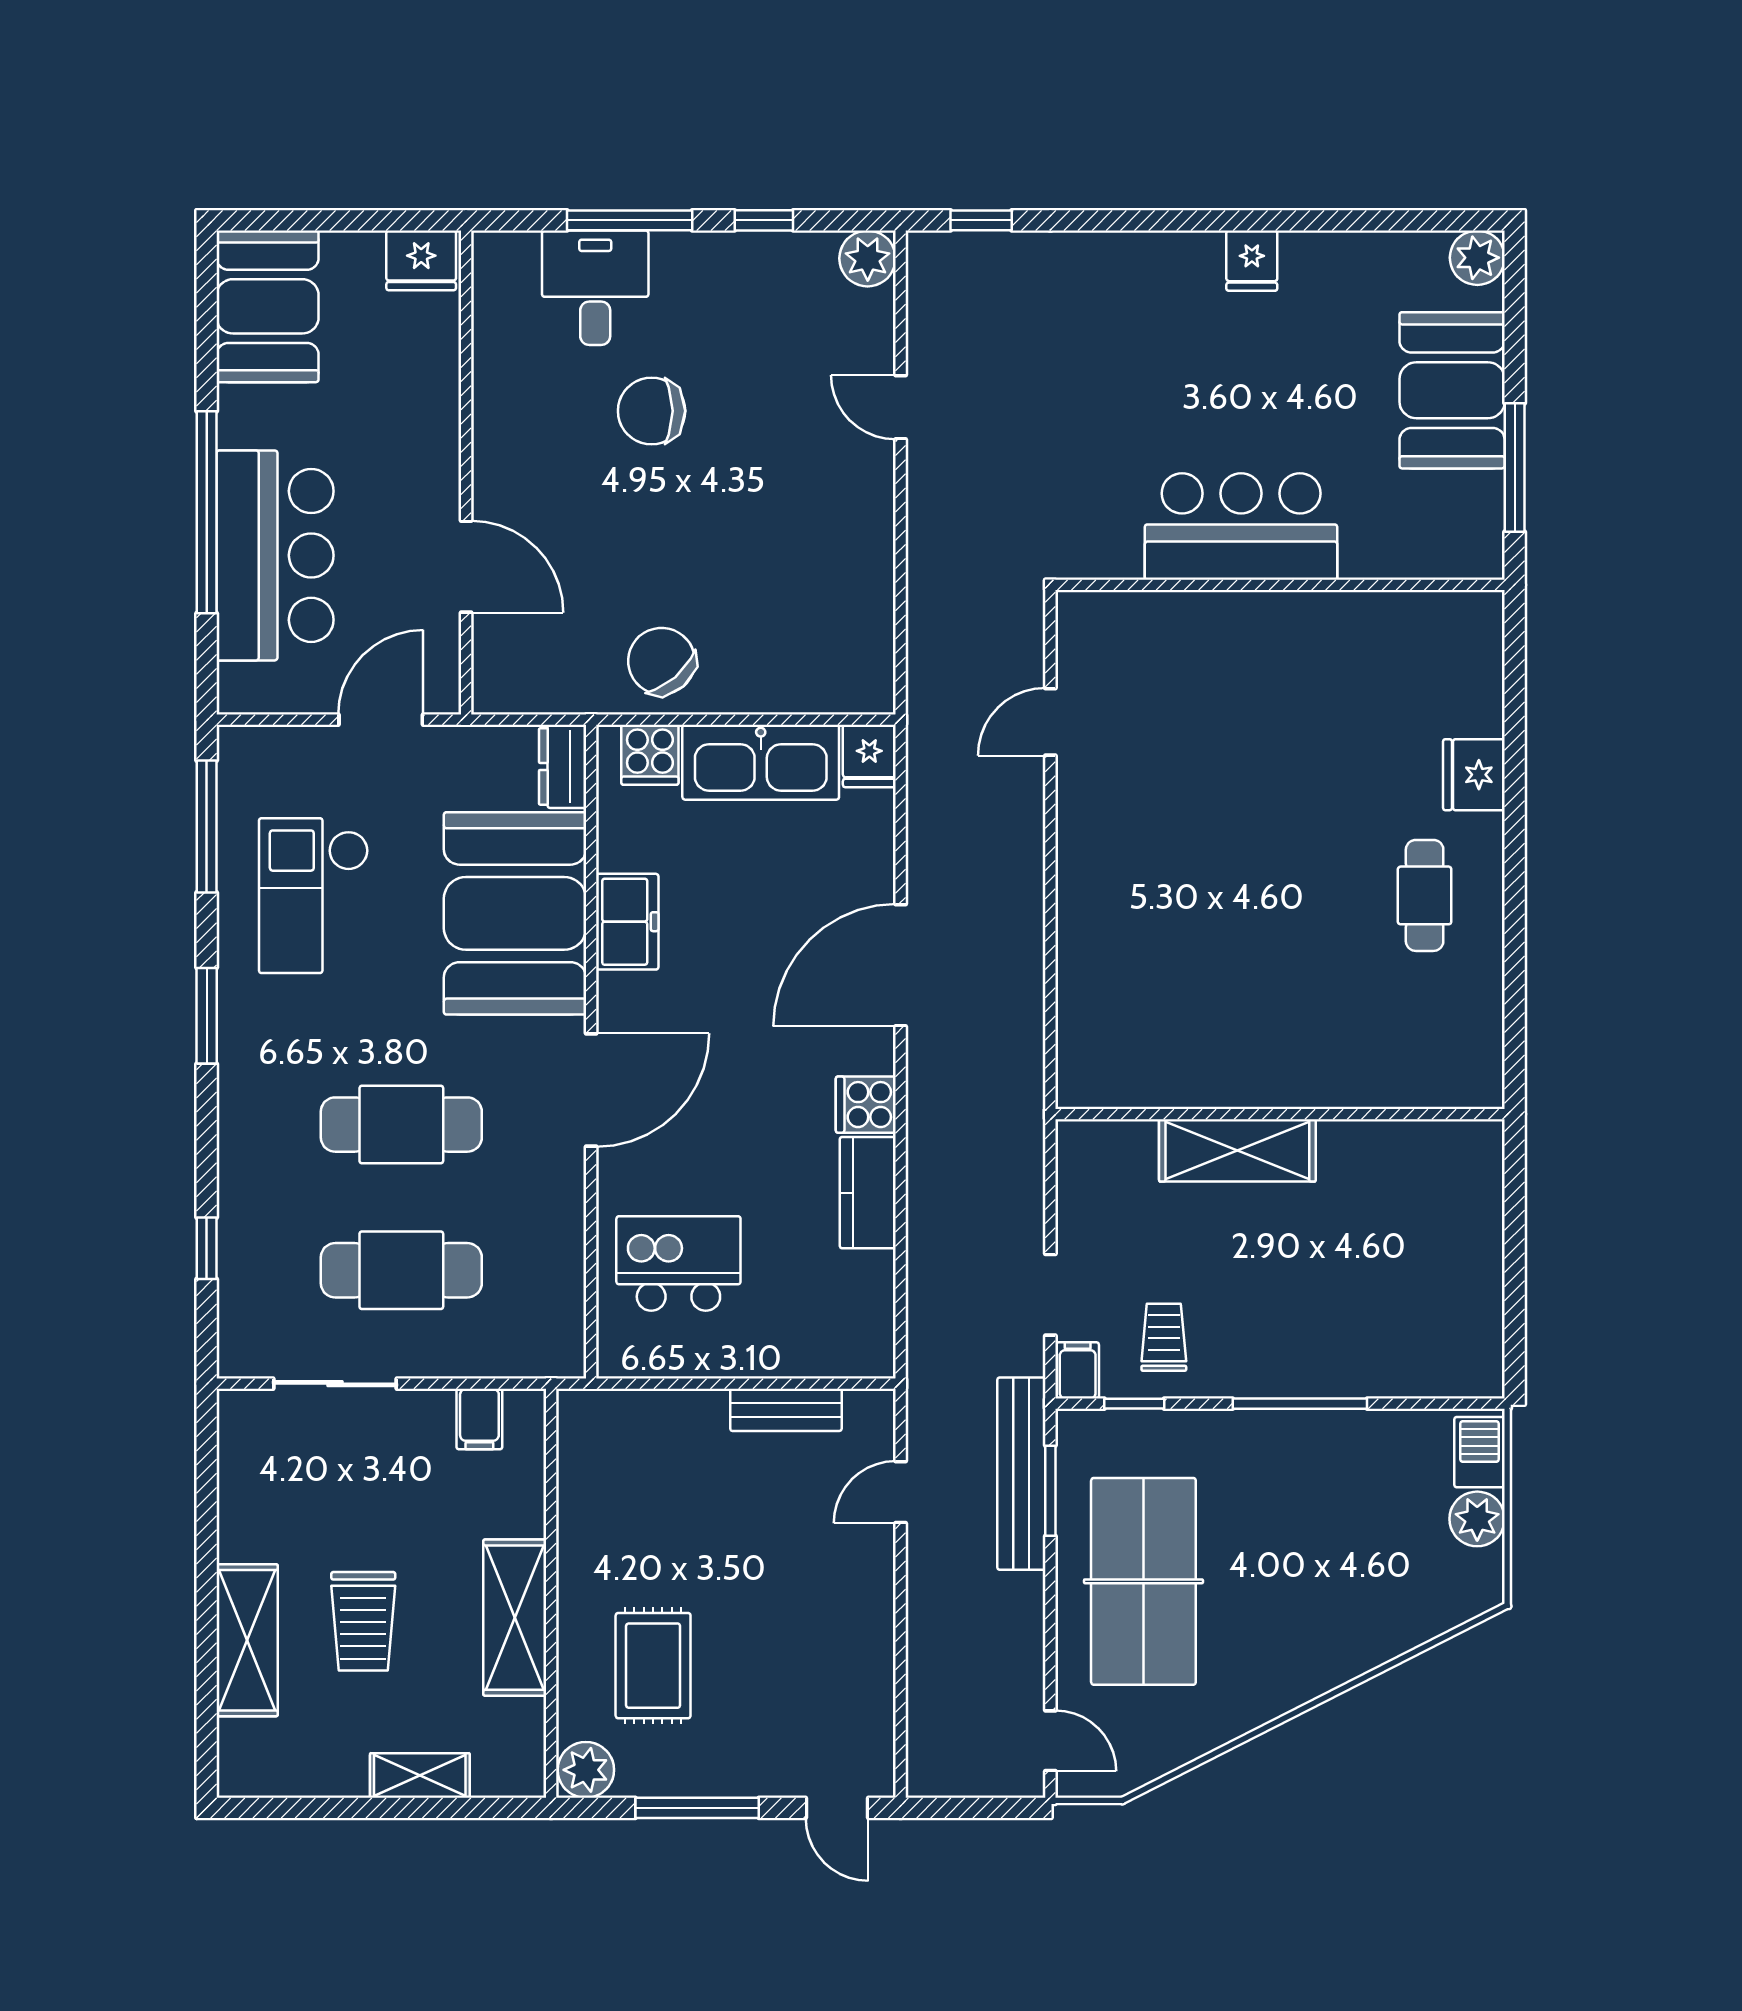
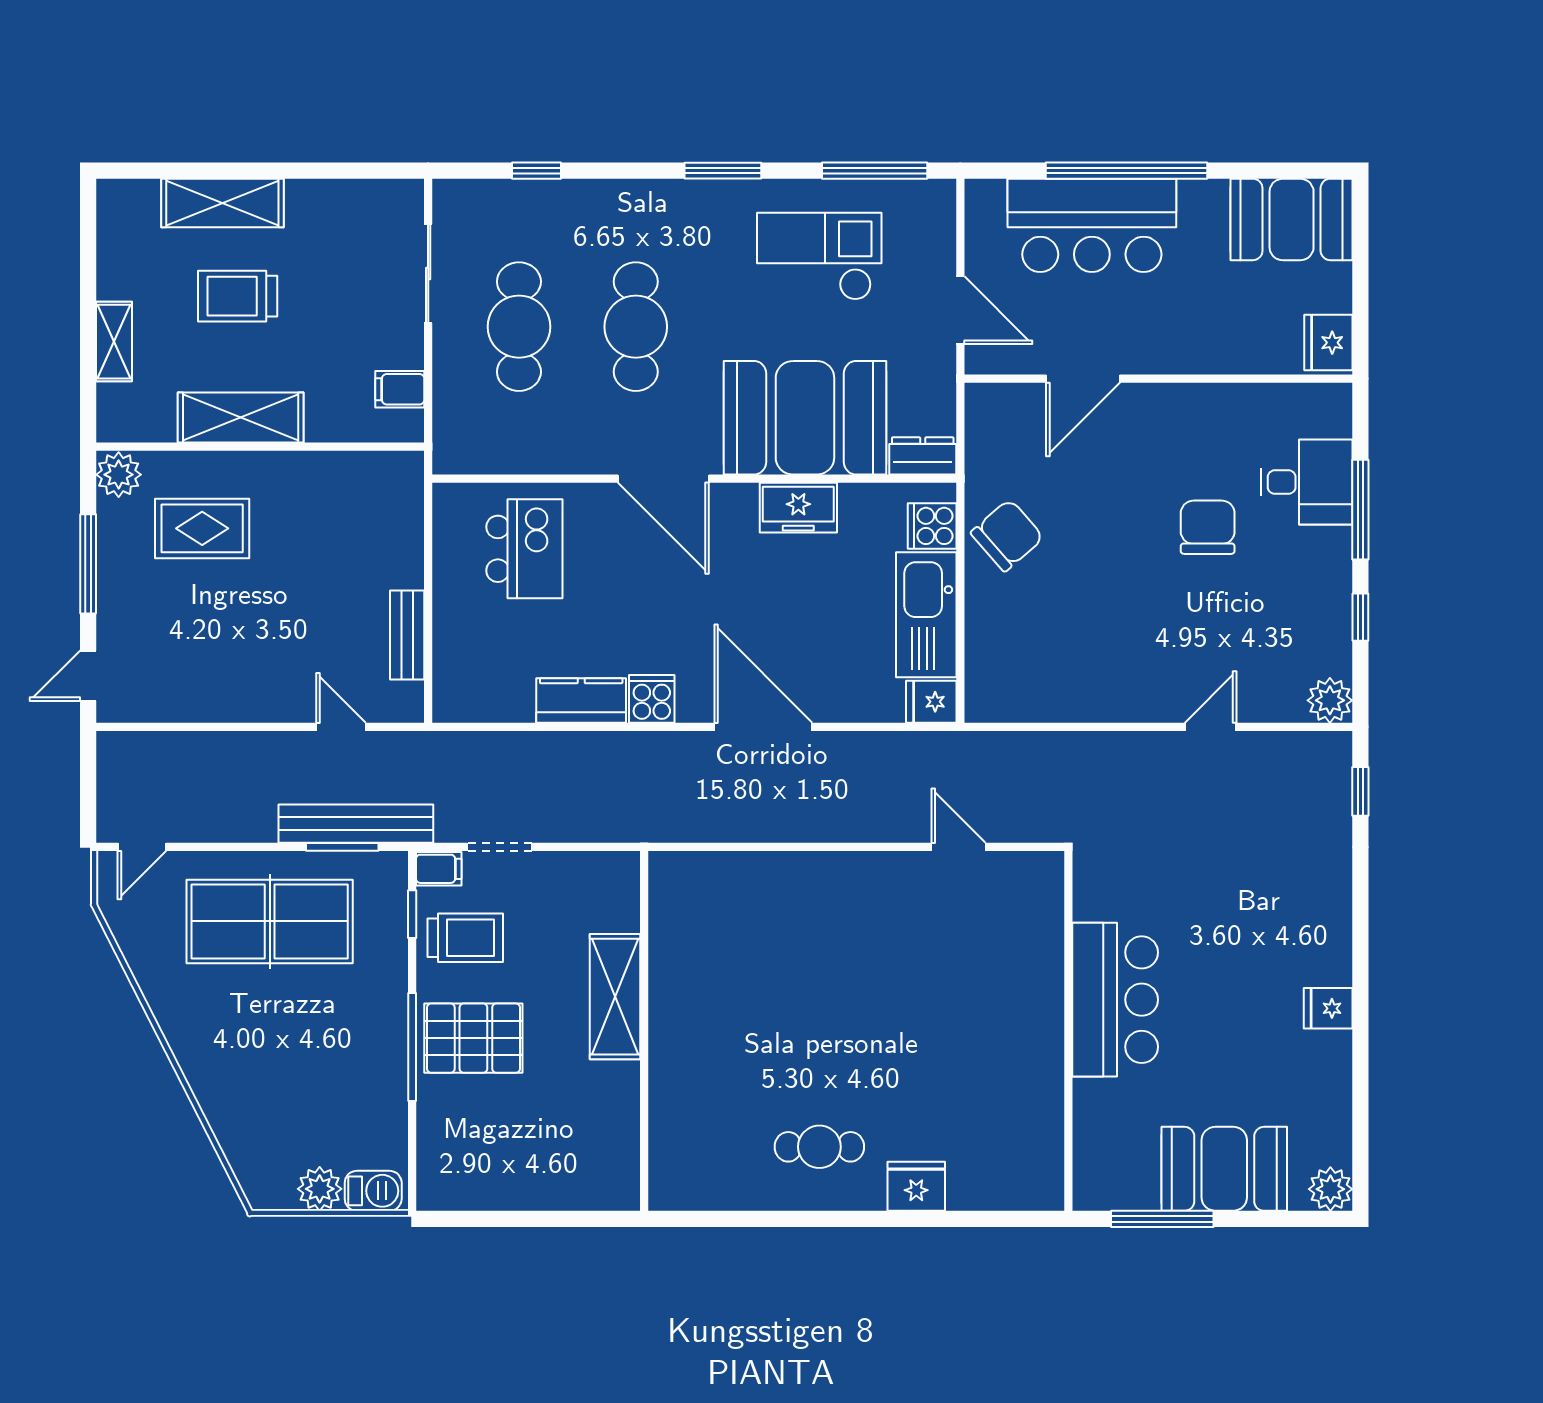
pallet: (1289, 1327) -> (473, 1038), added
trolley: (1164, 1337) -> (465, 938), width x1.36, depth x1.39

